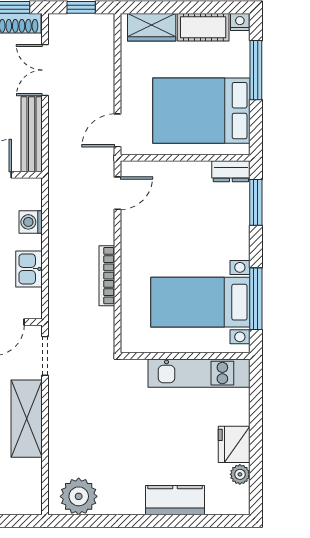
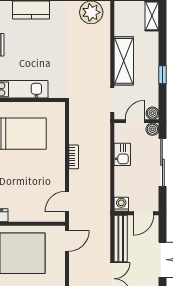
washing machine: (31, 222) -> (121, 204), moved, turned -90
bookcase: (107, 276) -> (74, 157), width x0.64

